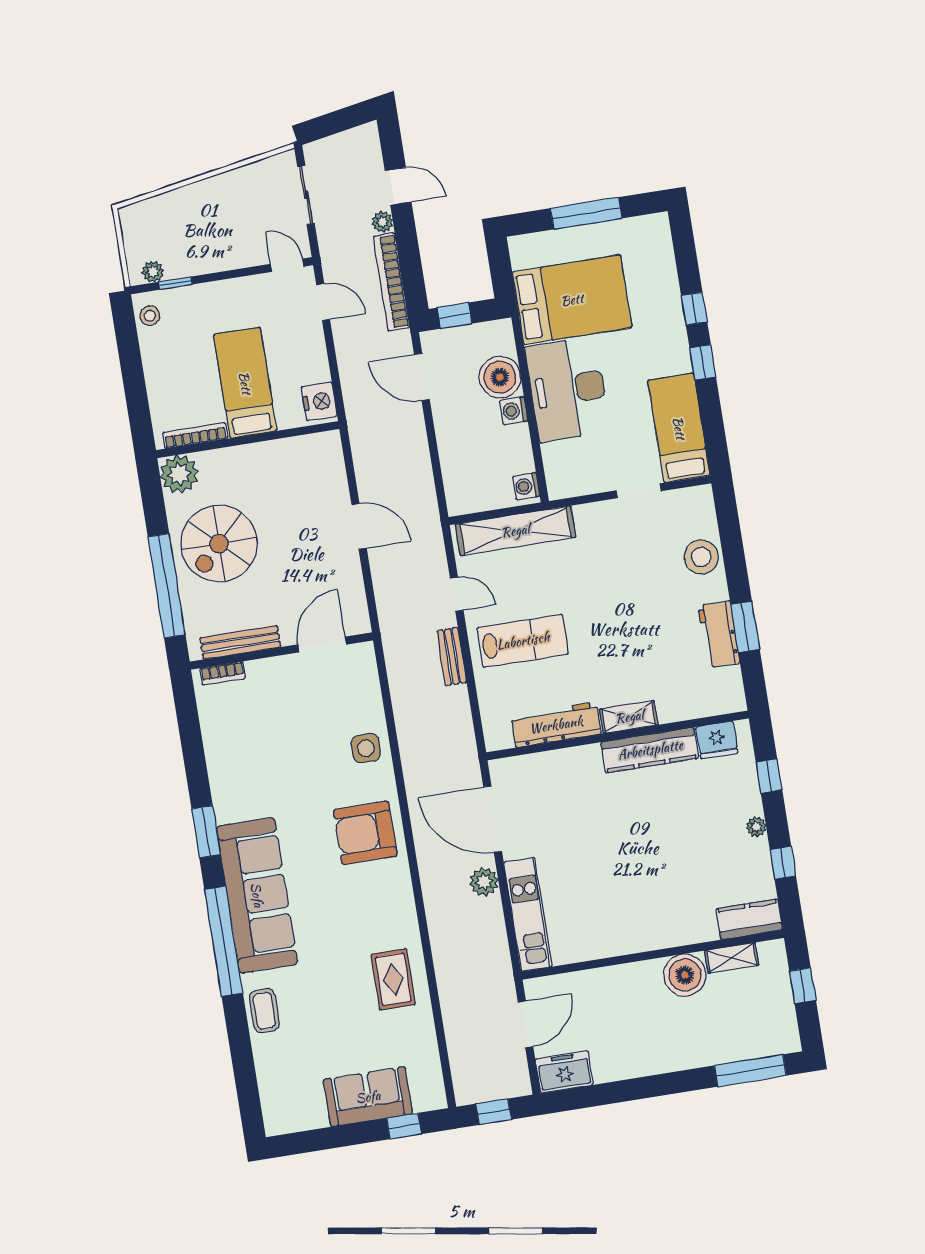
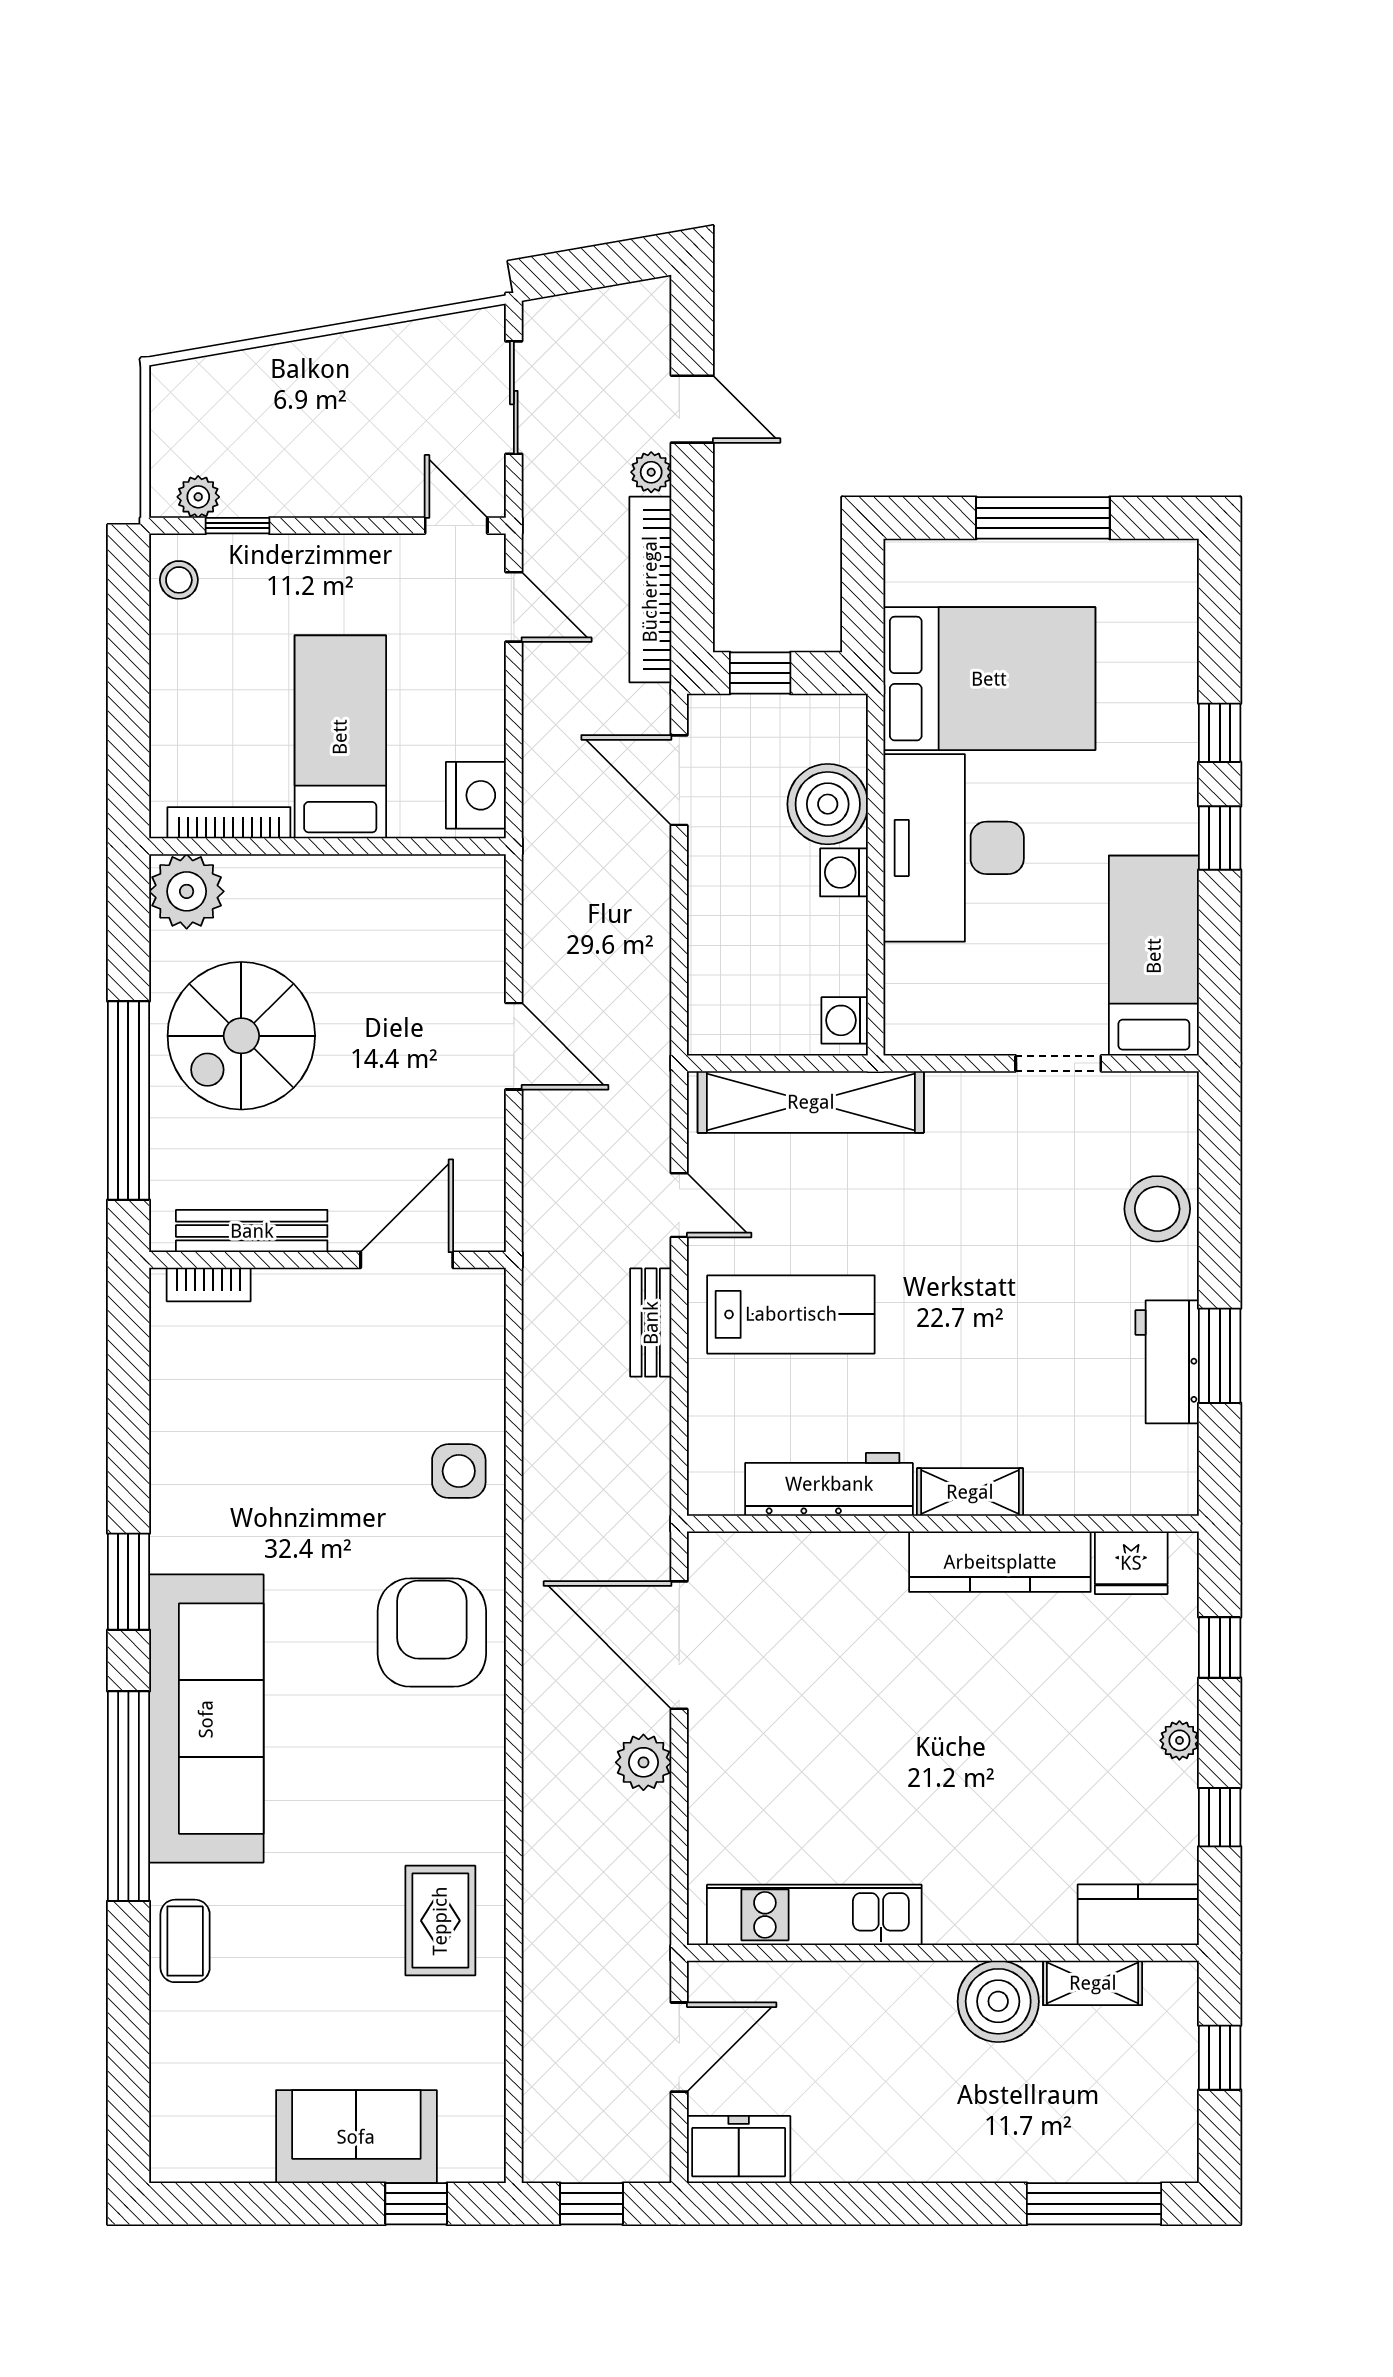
armchair: (365, 833) -> (432, 1633), turned 90
kitchen unit: (528, 914) -> (814, 1915), moved, turned -90

